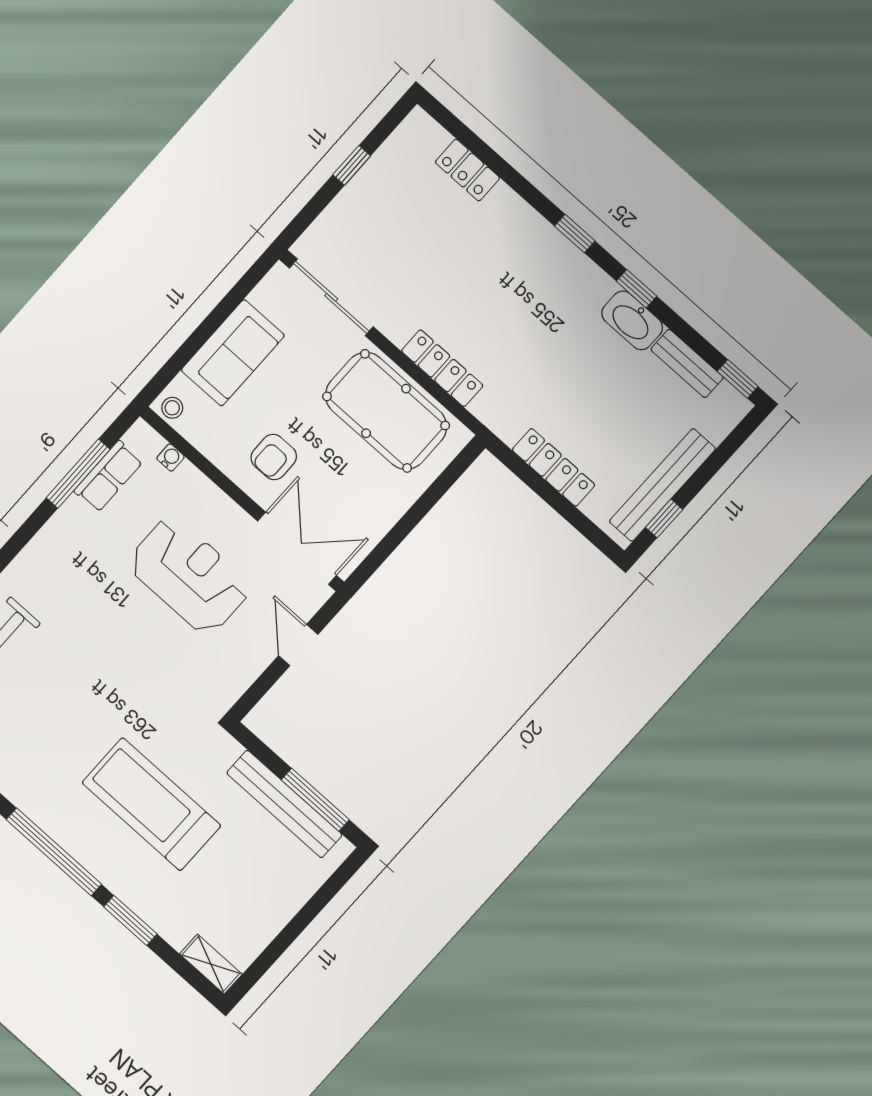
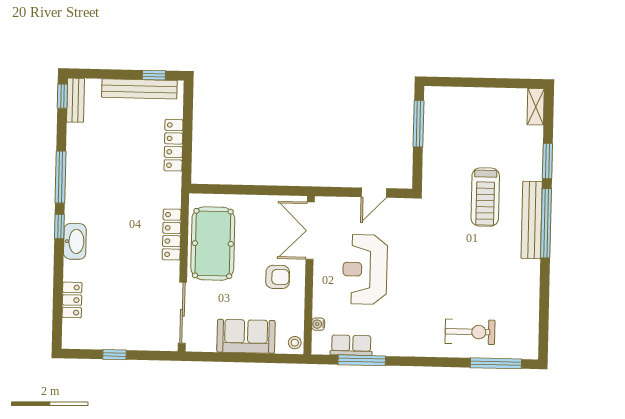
window: (637, 289) -> (61, 177), width x2.17
washbasin: (632, 320) -> (75, 241), moved
bench: (687, 363) -> (75, 100), moved
door: (298, 645) -> (374, 193), moved
treadmill: (151, 804) -> (485, 197), width x0.73, depth x0.73
bench: (284, 804) -> (532, 220), moved

